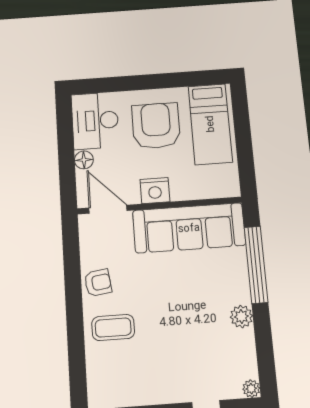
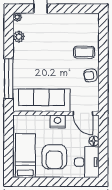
plant: (241, 317) -> (19, 37), moved

